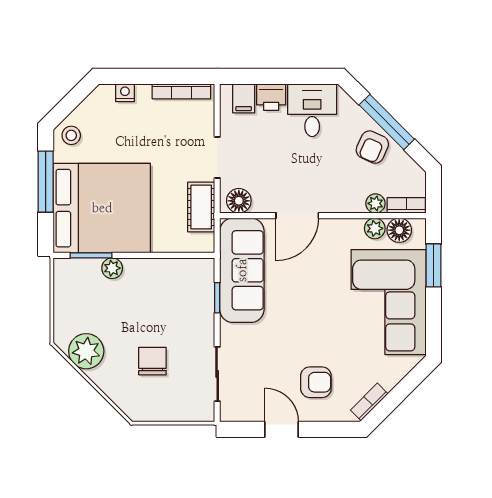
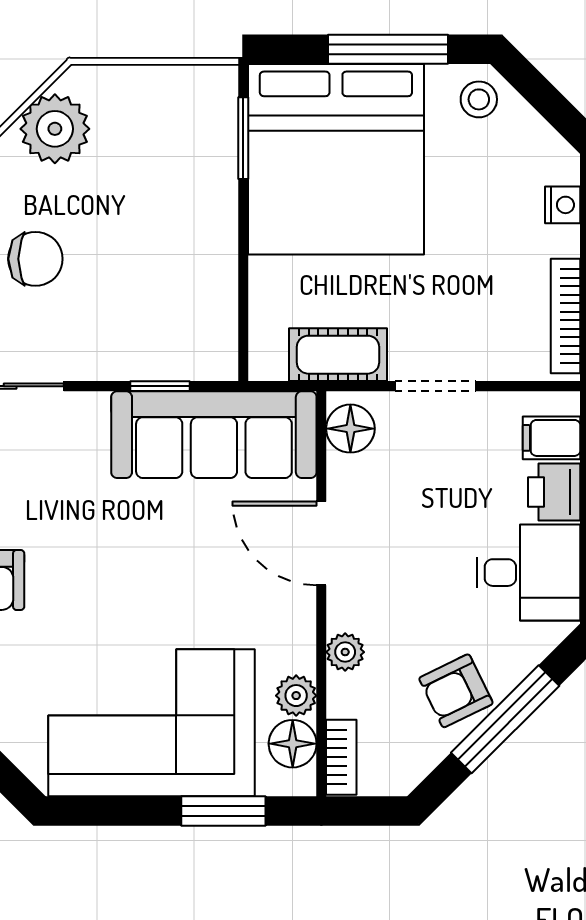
armchair: (372, 147) -> (456, 691), turned -50
plant: (375, 203) -> (345, 652), moved
plant: (112, 268) -> (218, 180), removed

